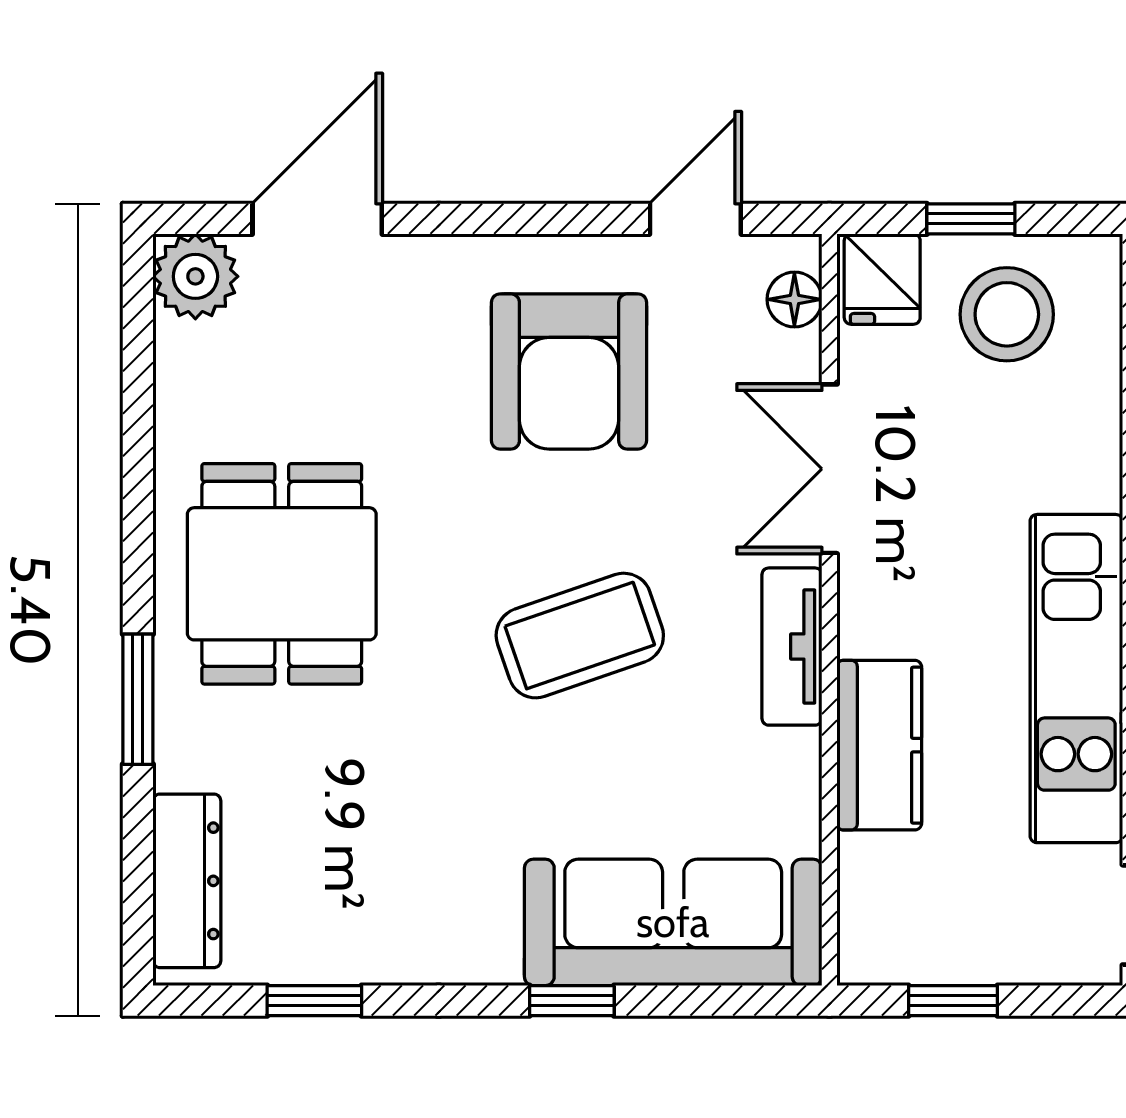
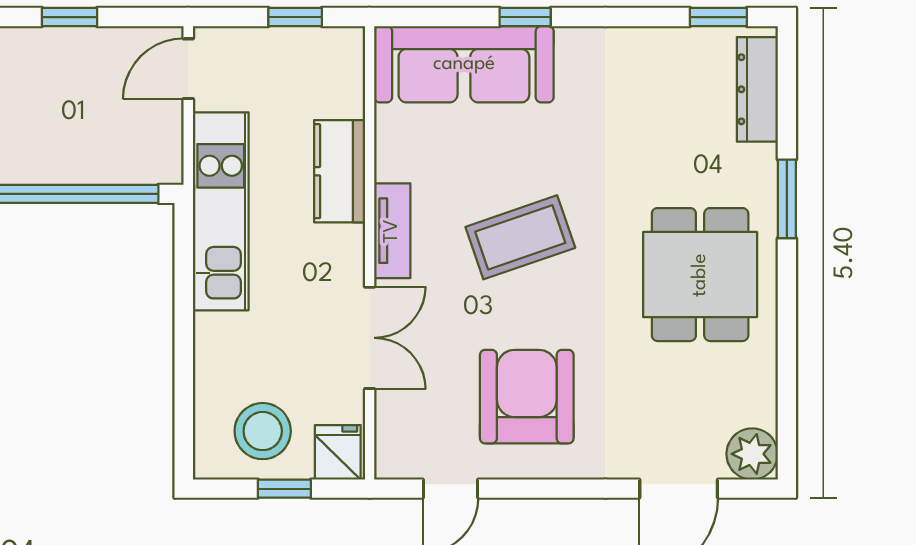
floor lamp: (794, 299) -> (391, 440), removed
window: (314, 1001) -> (718, 17), moved

